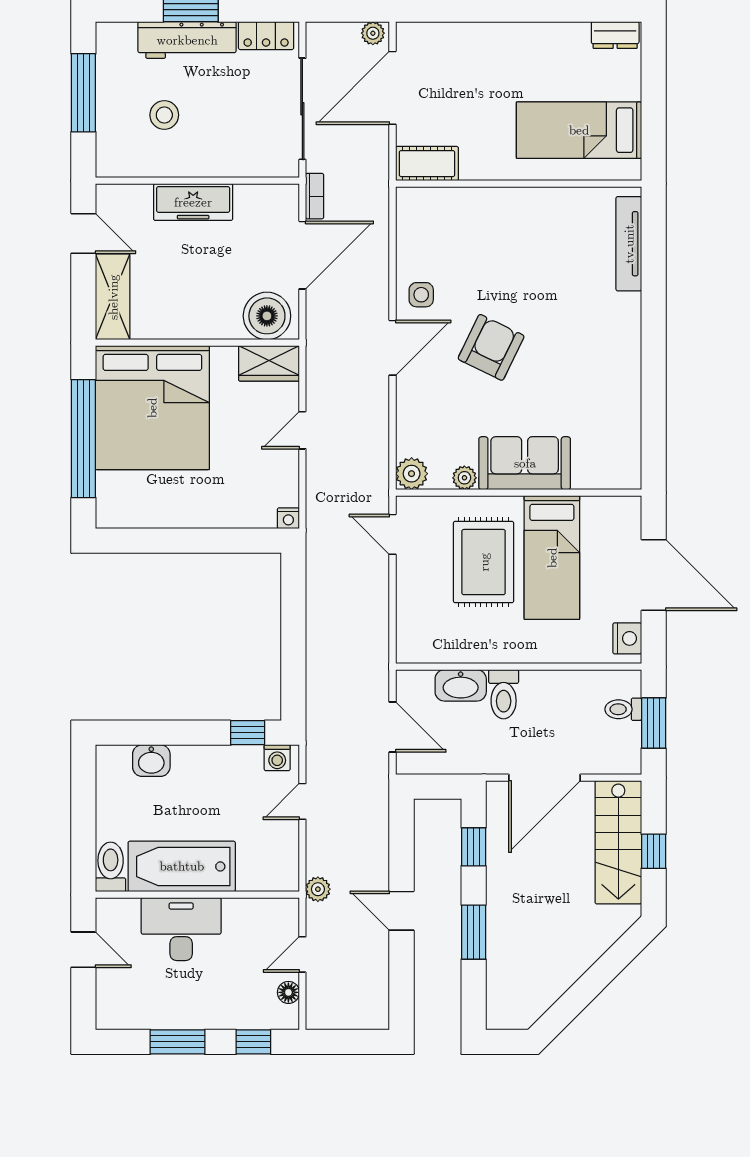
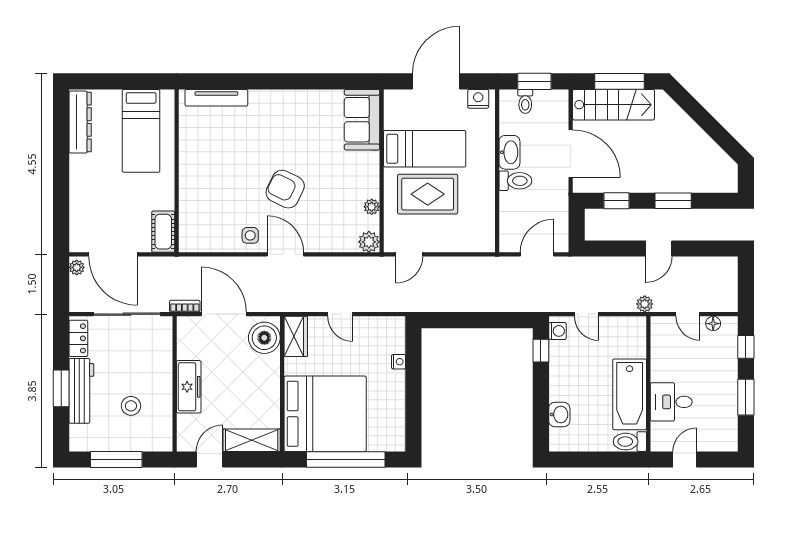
dresser: (615, 35) -> (80, 122), width x1.96, depth x1.24
sofa: (525, 463) -> (362, 120), moved
nightstand: (288, 518) -> (399, 362), moved
washbasin: (461, 685) -> (509, 152), moved
window: (654, 851) -> (619, 81), width x2.17
desk: (181, 929) -> (671, 402), width x0.73

